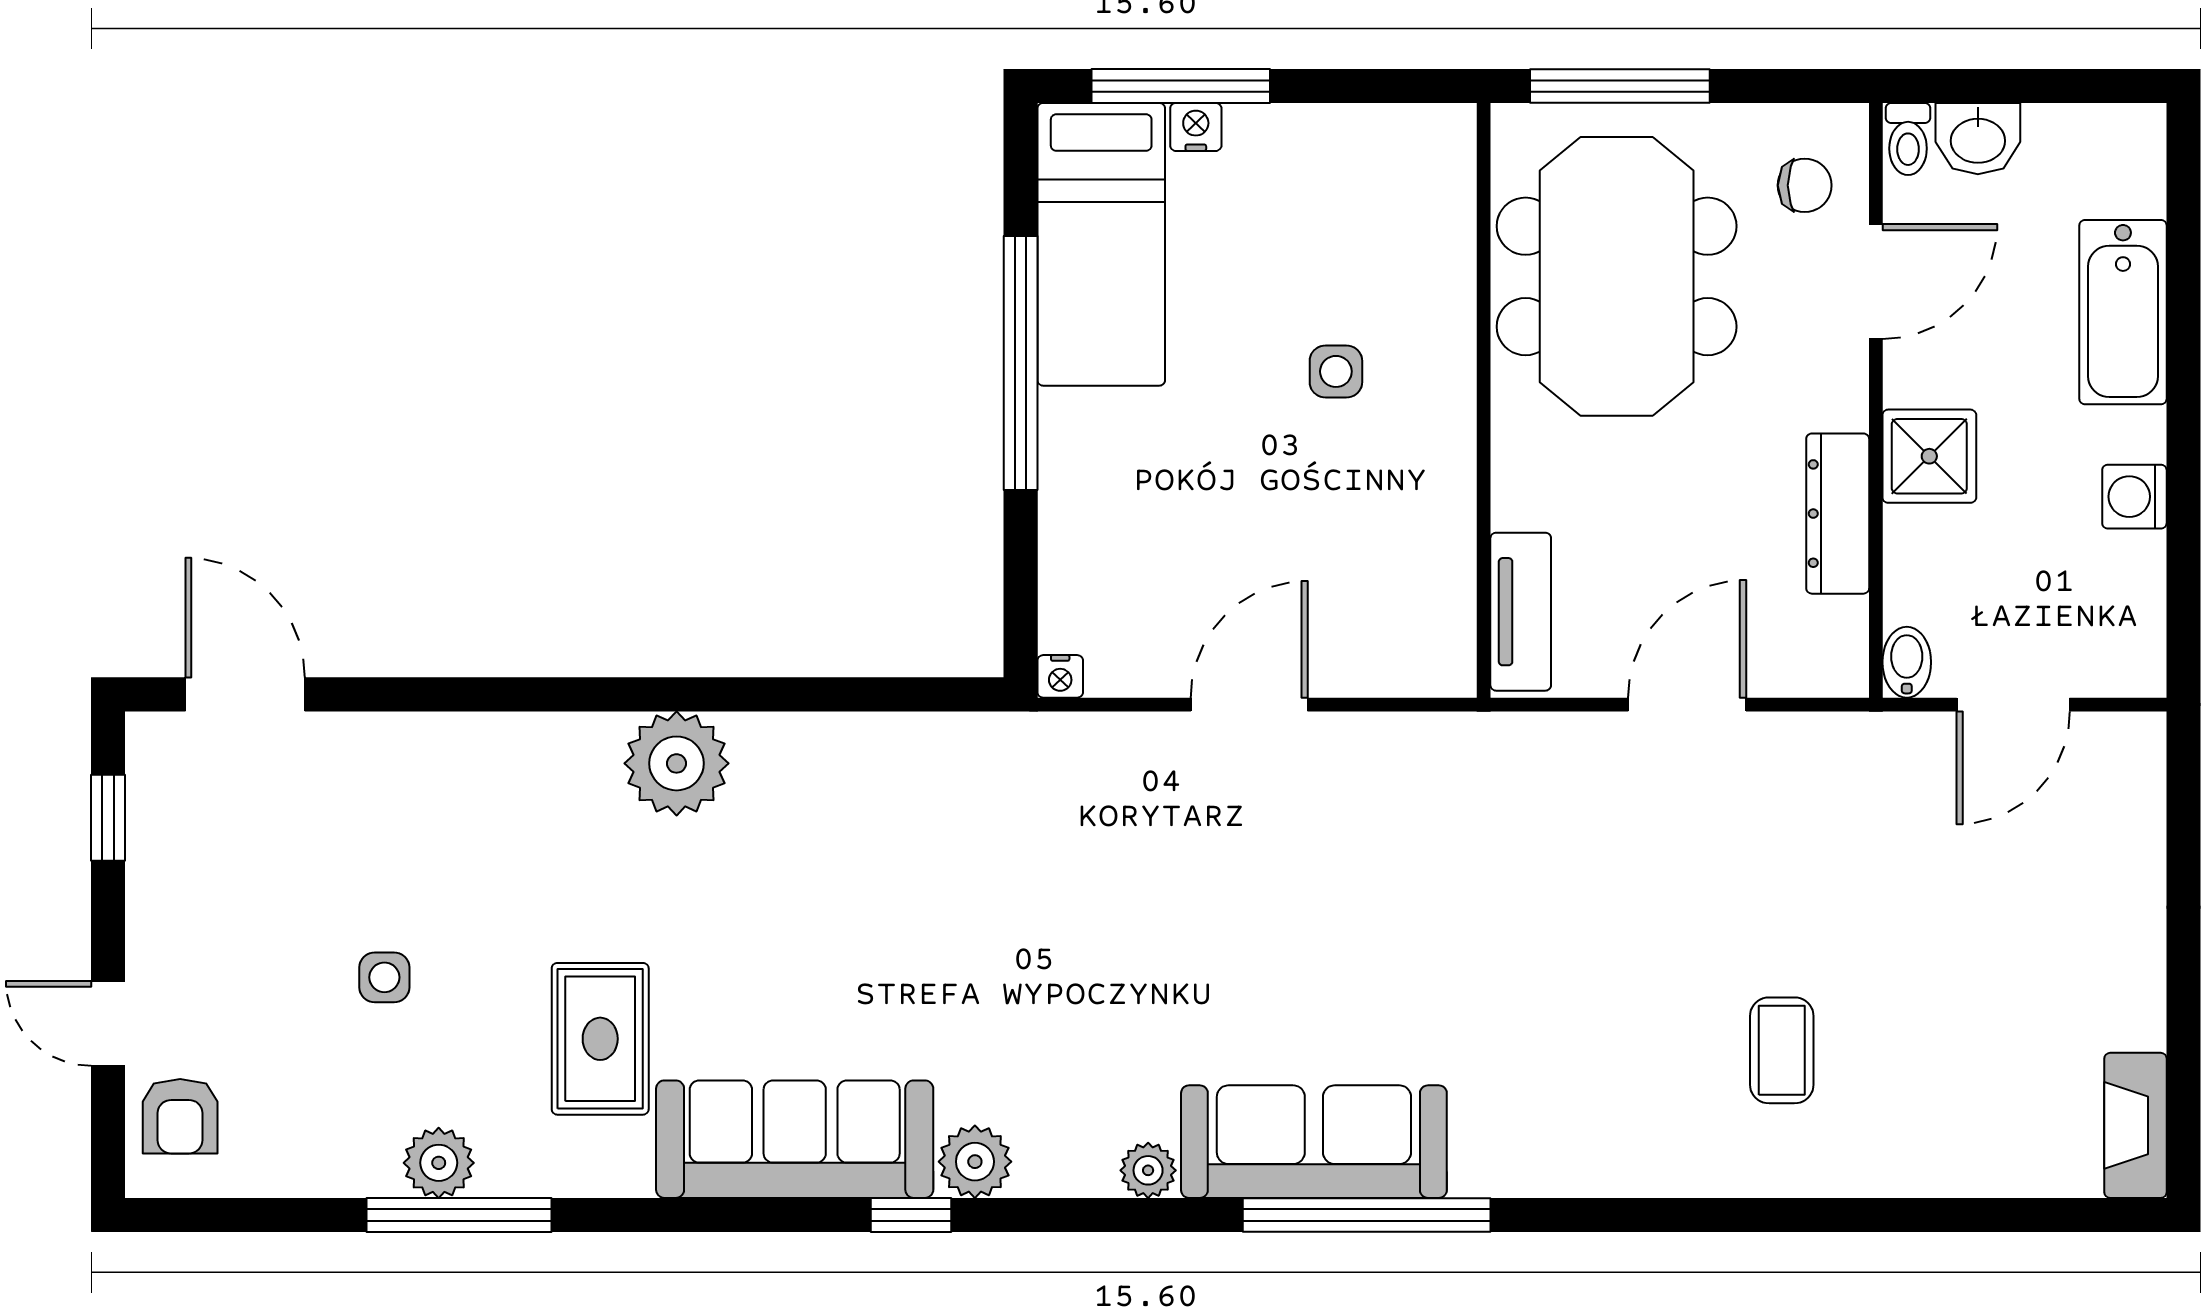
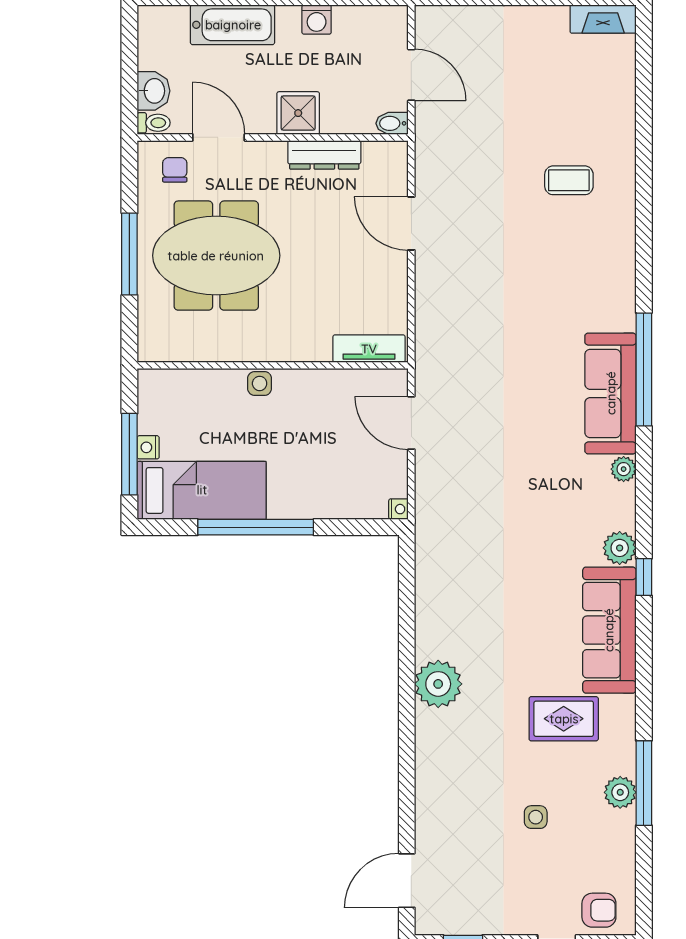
wall: (1484, 400) -> (273, 365), moved
tv unit: (1521, 612) -> (369, 349), moved

